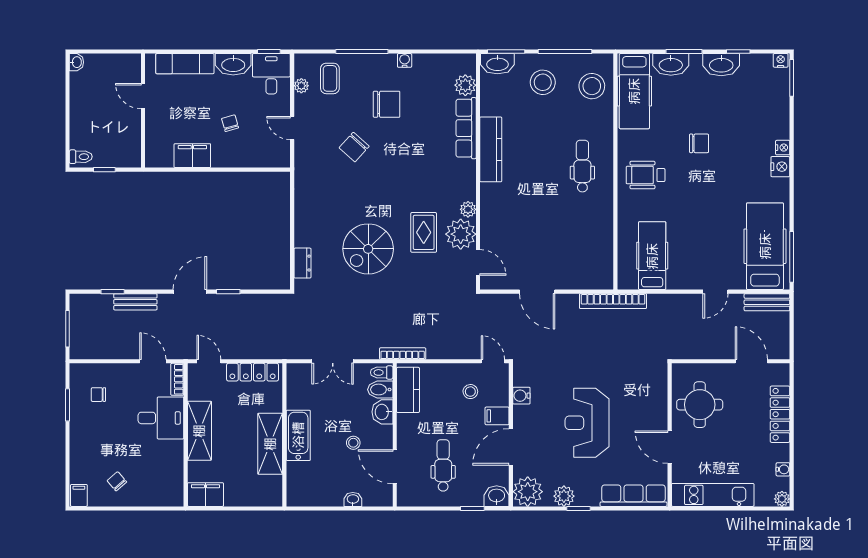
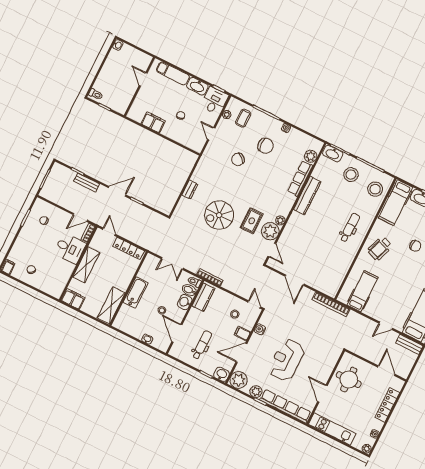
wheelchair: (646, 175) -> (380, 248), turned -70
dresser: (302, 263) -> (190, 190), moved
door: (153, 361) -> (80, 217), swing flipped
shelving: (270, 444) -> (111, 305), moved
row of seats: (633, 496) -> (285, 406), width x1.36

